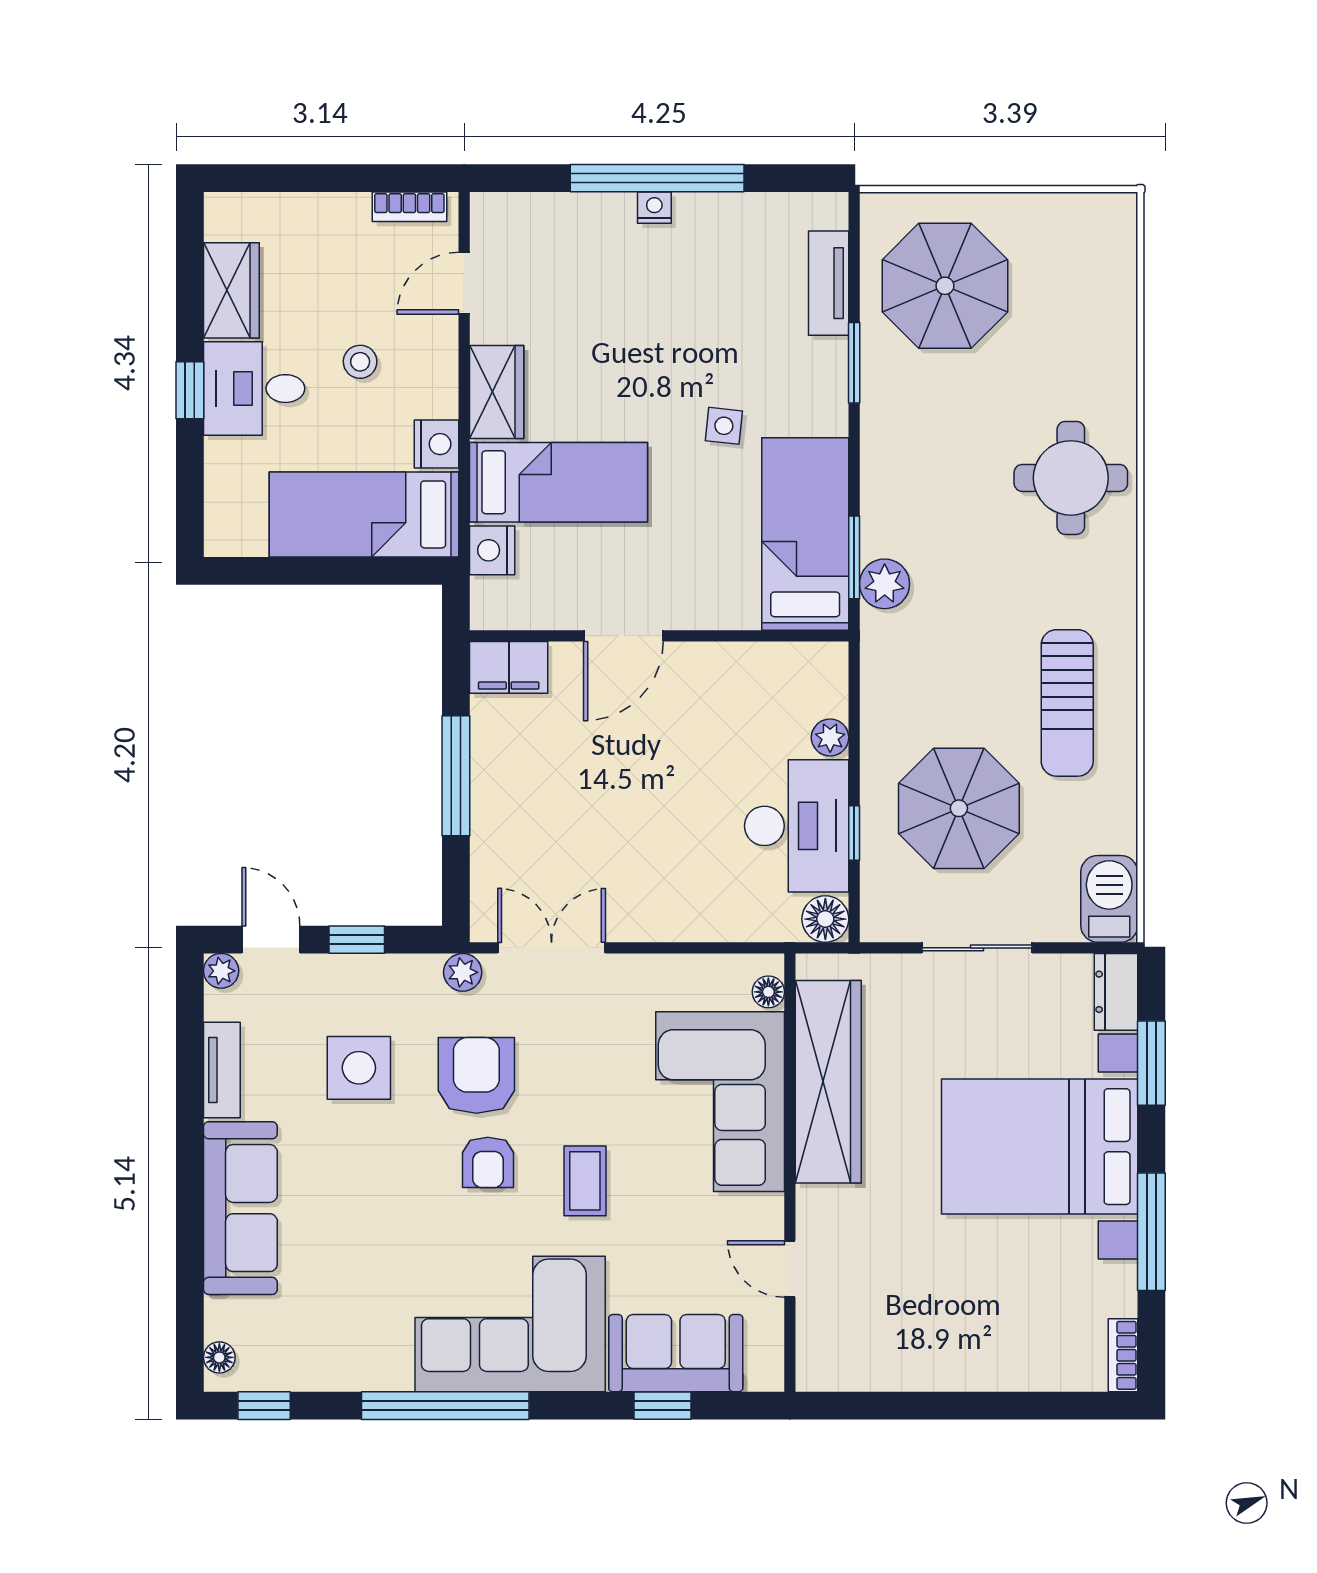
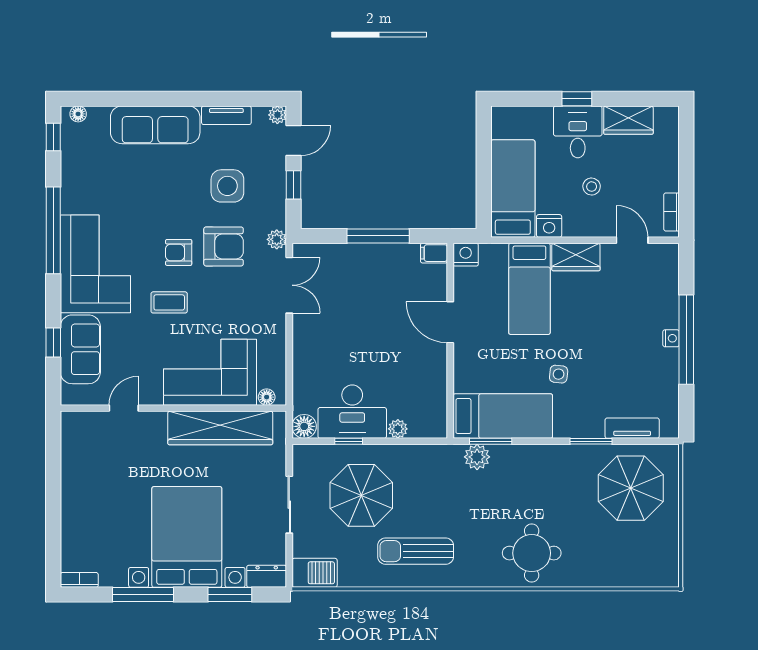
nightstand: (492, 550) -> (466, 255), moved
filing cabinet: (509, 667) -> (434, 253), width x0.50

